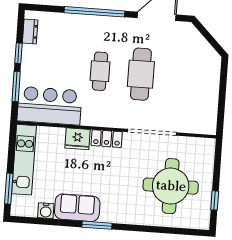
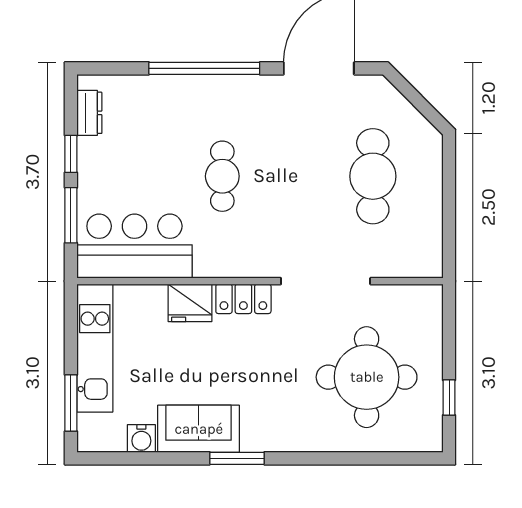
cafe table: (141, 74) -> (373, 176), moved

